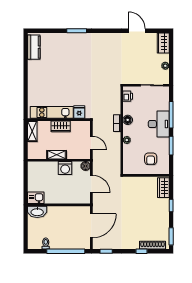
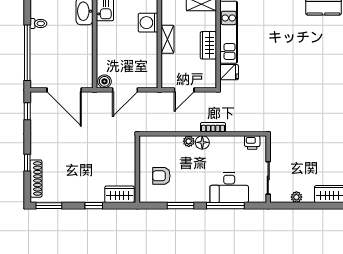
floor lamp: (128, 120) -> (202, 142), moved
desk: (159, 124) -> (229, 188), moved
boiler: (86, 166) -> (104, 81), moved
washing machine: (65, 168) -> (148, 23), moved

